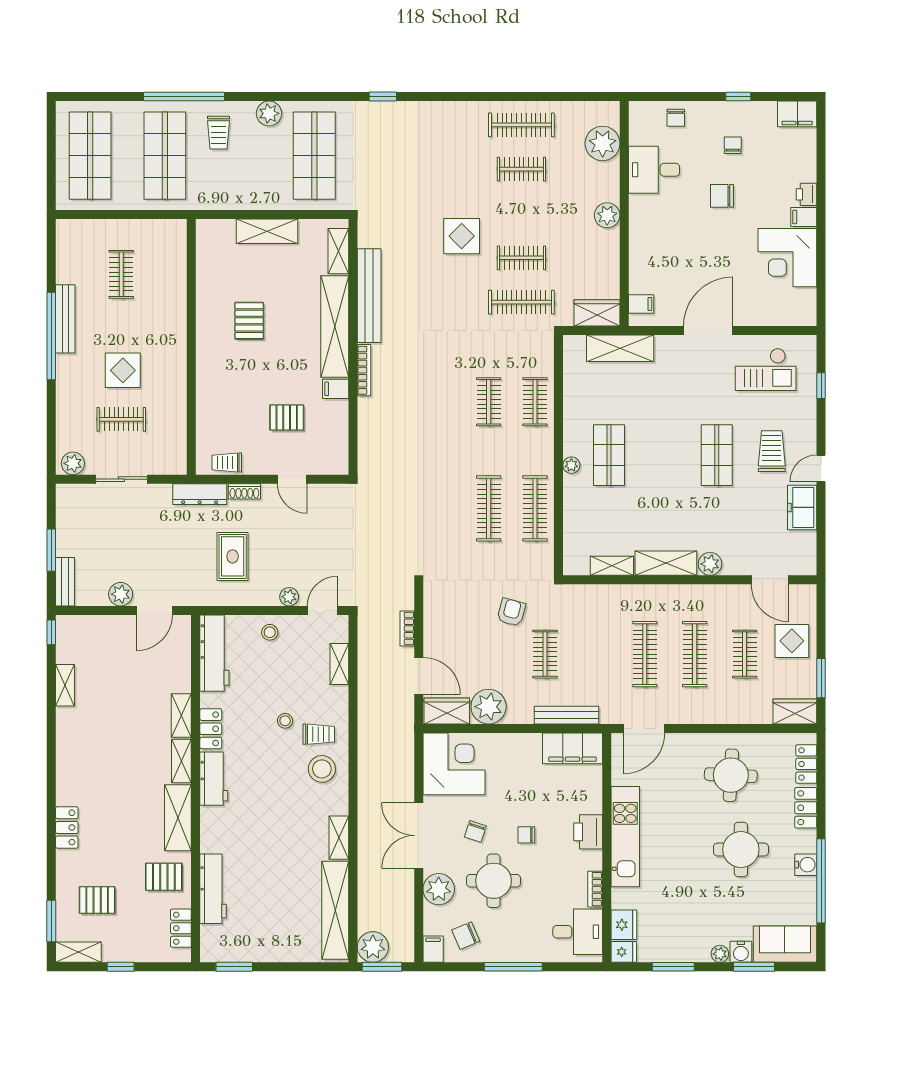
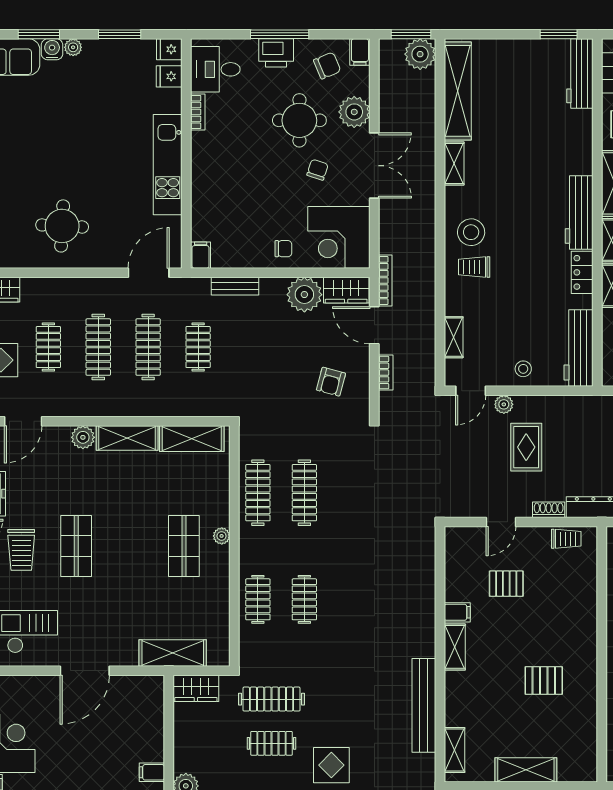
filing cabinet: (641, 304) -> (152, 772), moved
pallet: (249, 321) -> (544, 681), turned 90
shelving: (335, 326) -> (455, 647), width x0.45, depth x0.75
bookcase: (364, 370) -> (385, 280), moved, turned 180
door: (292, 479) -> (501, 522), swing flipped
rug: (233, 556) -> (526, 447), moved
shelving: (612, 566) -> (192, 439), width x1.50, depth x1.33
door: (770, 580) -> (23, 421), swing flipped
armchair: (511, 612) -> (331, 382), moved
clothes rail: (545, 654) -> (198, 347), moved
bench: (567, 715) -> (235, 286), width x0.73
stool: (285, 721) -> (508, 280), removed
filing cabinet: (573, 748) -> (201, 255), width x0.33, depth x0.86
workbench: (214, 779) -> (579, 212), width x1.37
printer: (588, 832) -> (276, 53), moved, turned 90
chair: (526, 835) -> (283, 249), moved
round table: (741, 850) -> (52, 152), removed
workbench: (213, 889) -> (580, 74), moved
fridge: (624, 925) -> (169, 76), width x0.72

